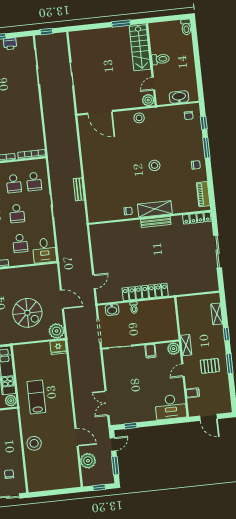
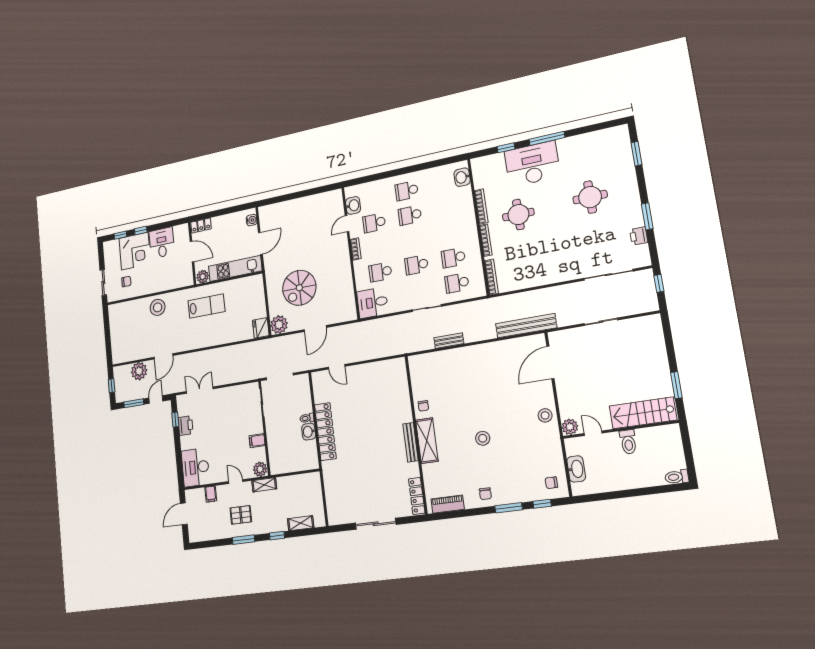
bench: (71, 129) -> (526, 326), added
washbasin: (112, 310) -> (309, 432), moved
pallet: (210, 366) -> (241, 515), turned 90
printer: (136, 416) -> (186, 426), added
door: (113, 444) -> (156, 400), swing flipped

